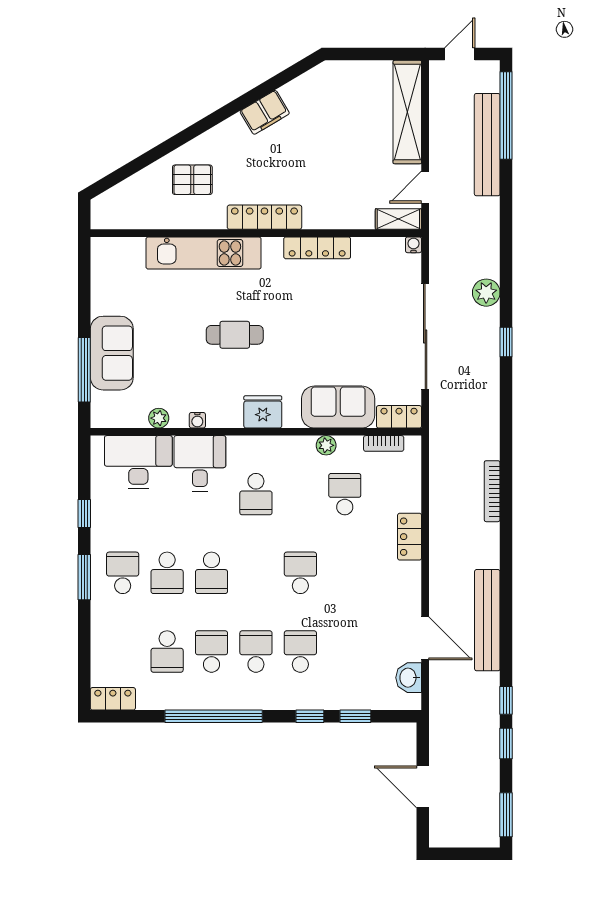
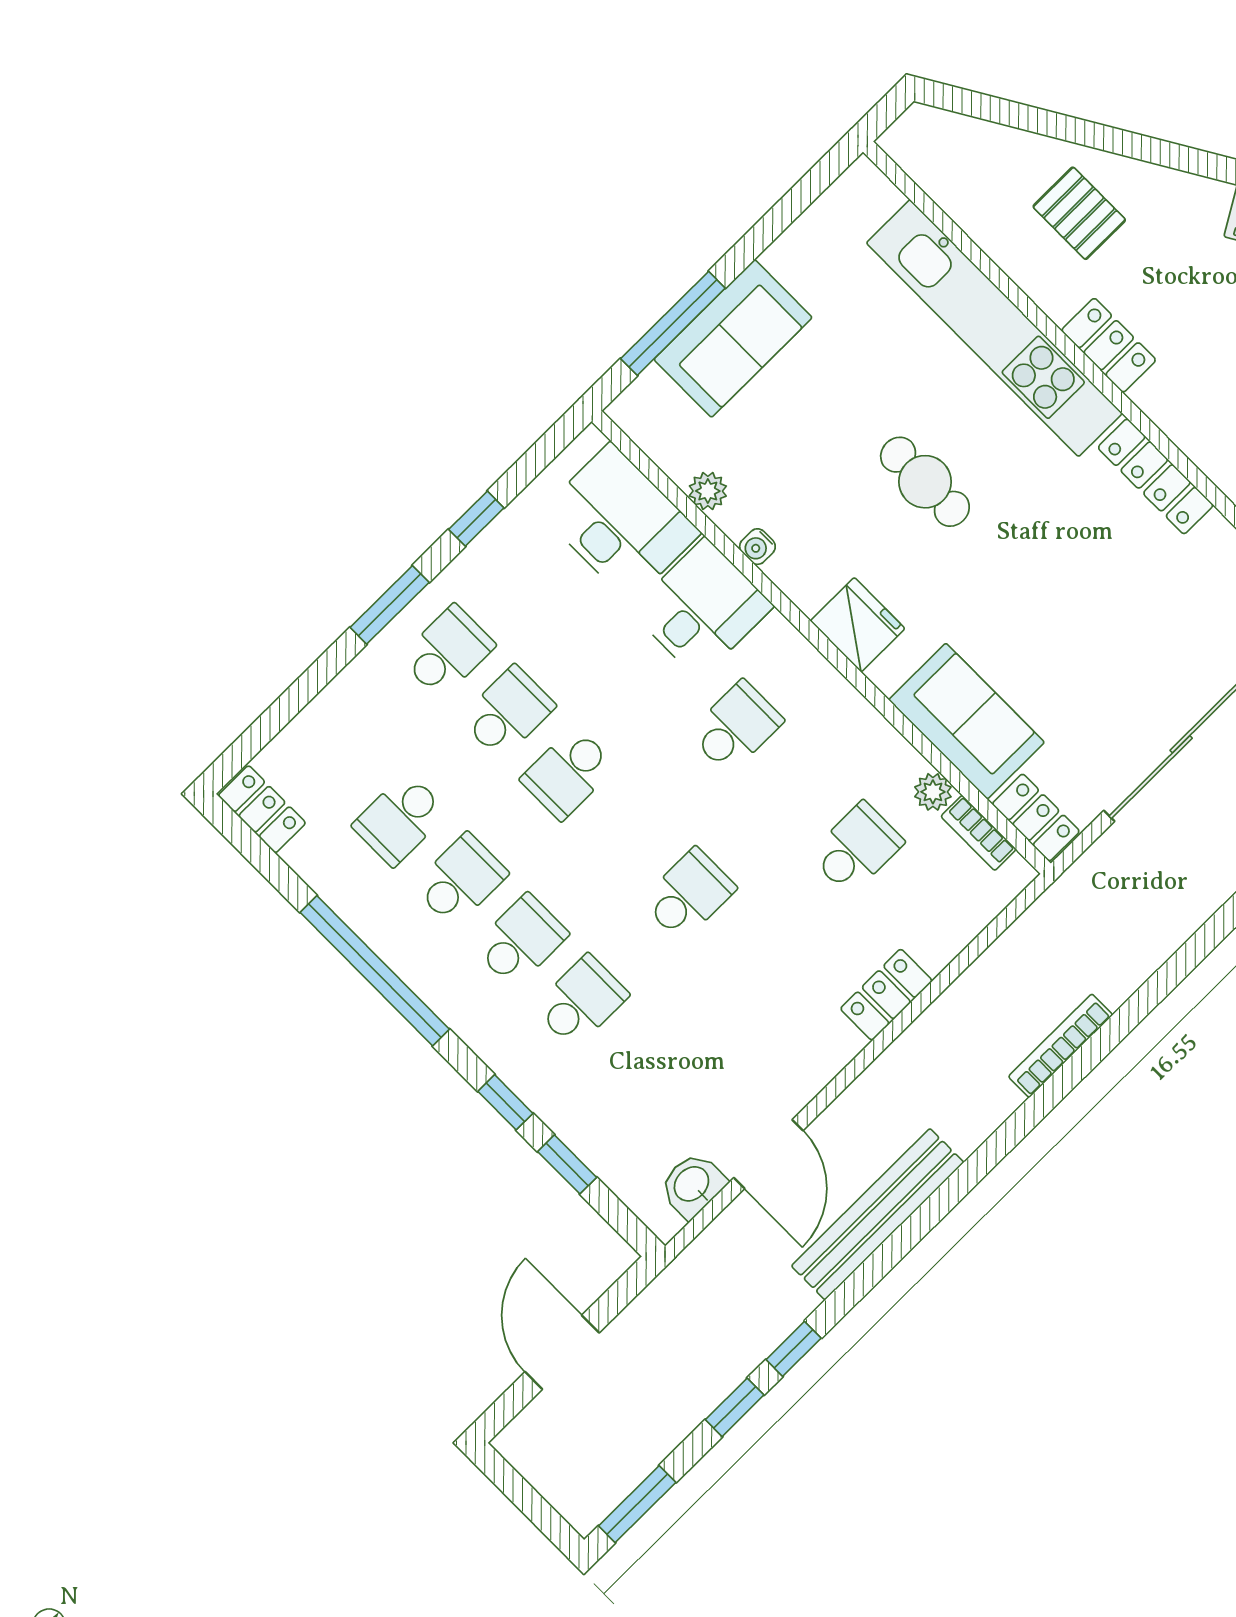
locker: (264, 217) -> (1109, 345), width x0.66
kitchen unit: (204, 253) -> (994, 328), width x1.36
plant: (326, 445) -> (933, 792), moved
school desk: (256, 494) -> (736, 727), turned 180
school desk: (167, 573) -> (508, 712), turned 180

